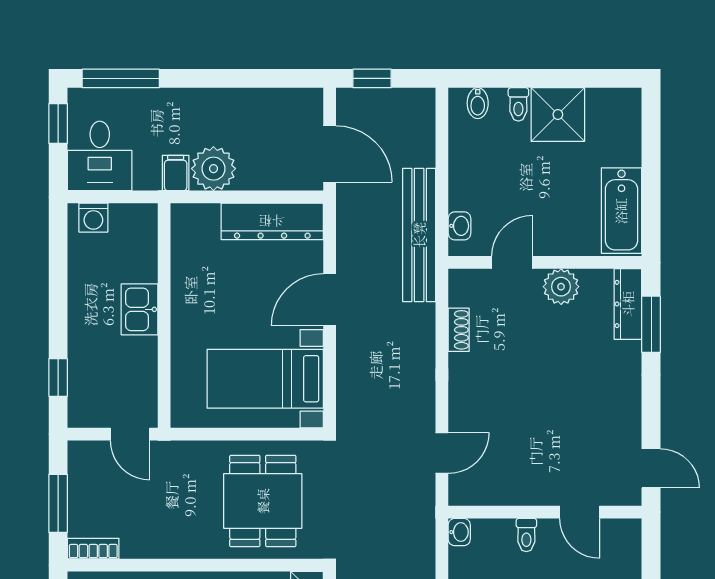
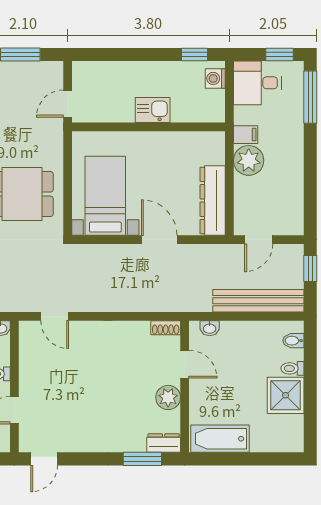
door: (330, 154) -> (259, 240), width x0.73
bench: (419, 235) -> (258, 301), moved
dresser: (628, 304) -> (164, 443), width x0.70
shoe rack: (459, 330) -> (166, 328), moved
window: (58, 378) -> (195, 54), moved

